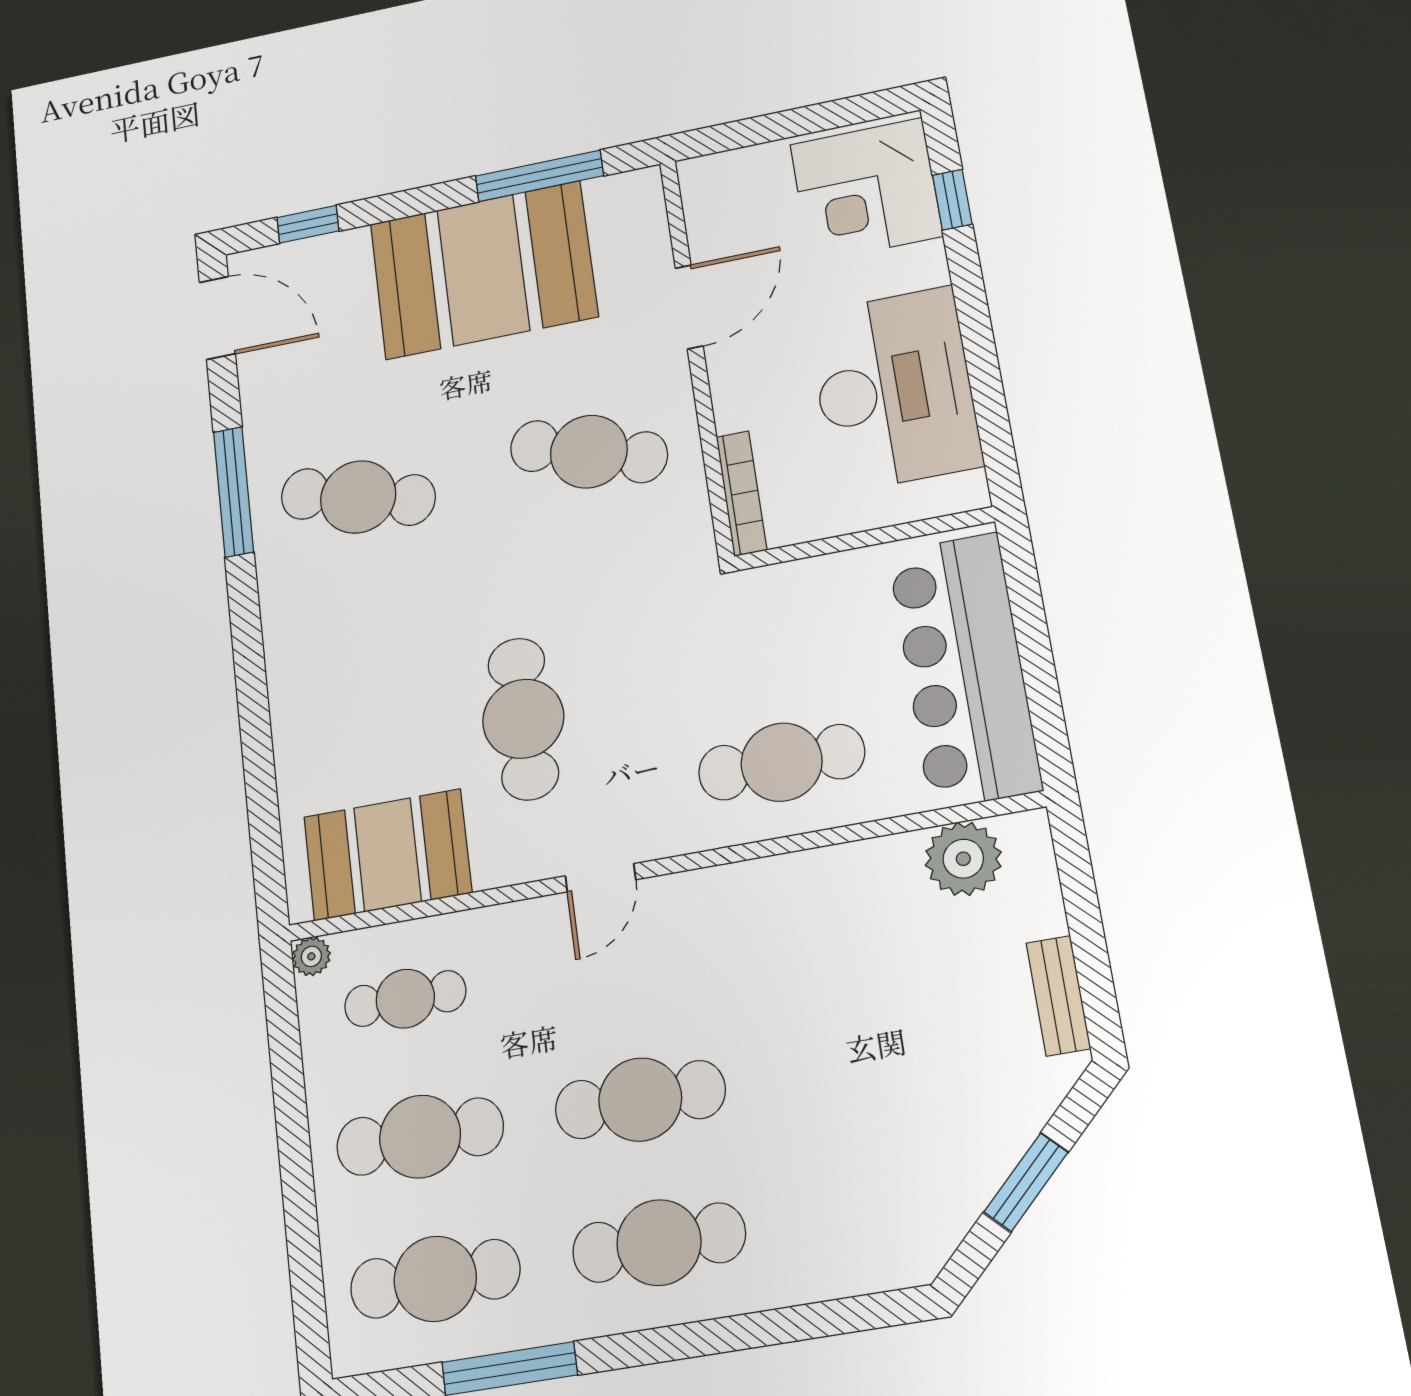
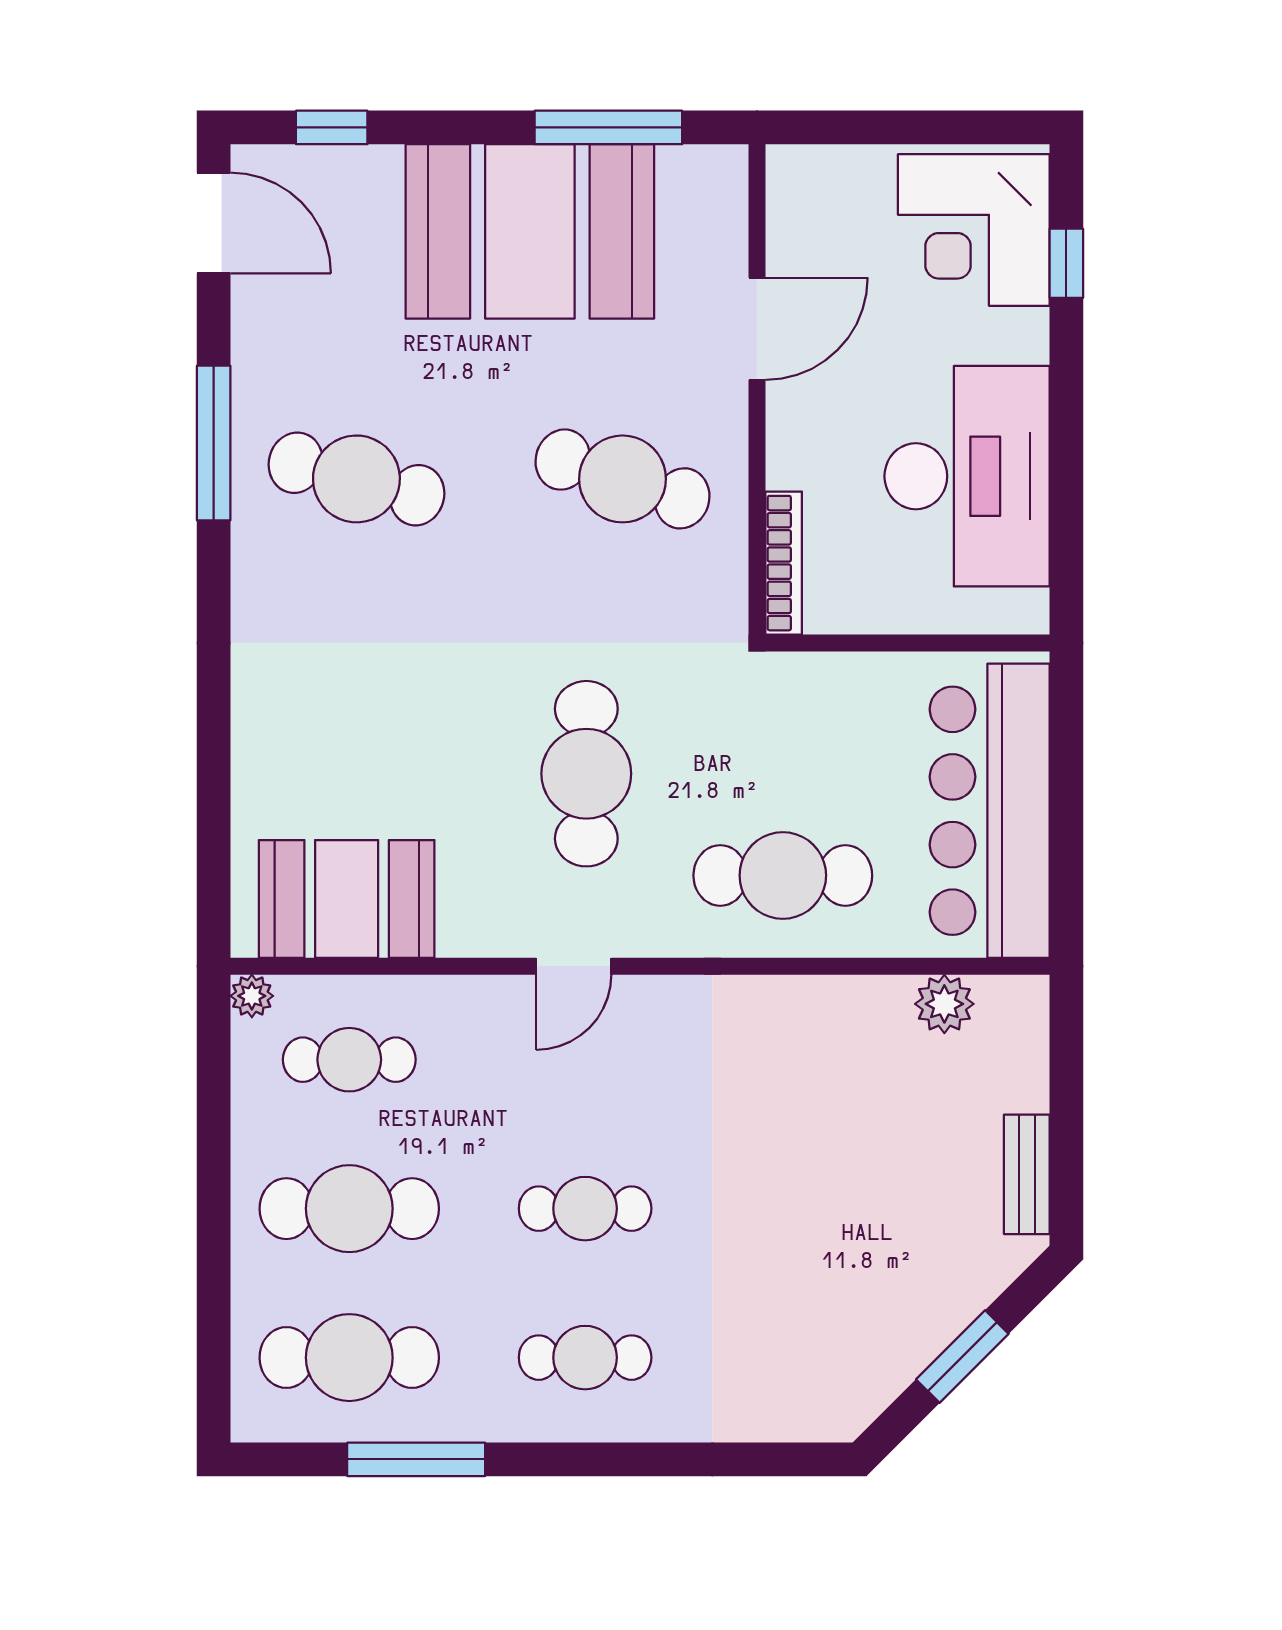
cafe table: (523, 719) -> (586, 774), moved
plant: (963, 859) -> (944, 1004), width x0.73, depth x0.73
cafe table: (640, 1100) -> (585, 1209), width x0.73, depth x0.74
cafe table: (659, 1243) -> (585, 1358), width x0.73, depth x0.74

